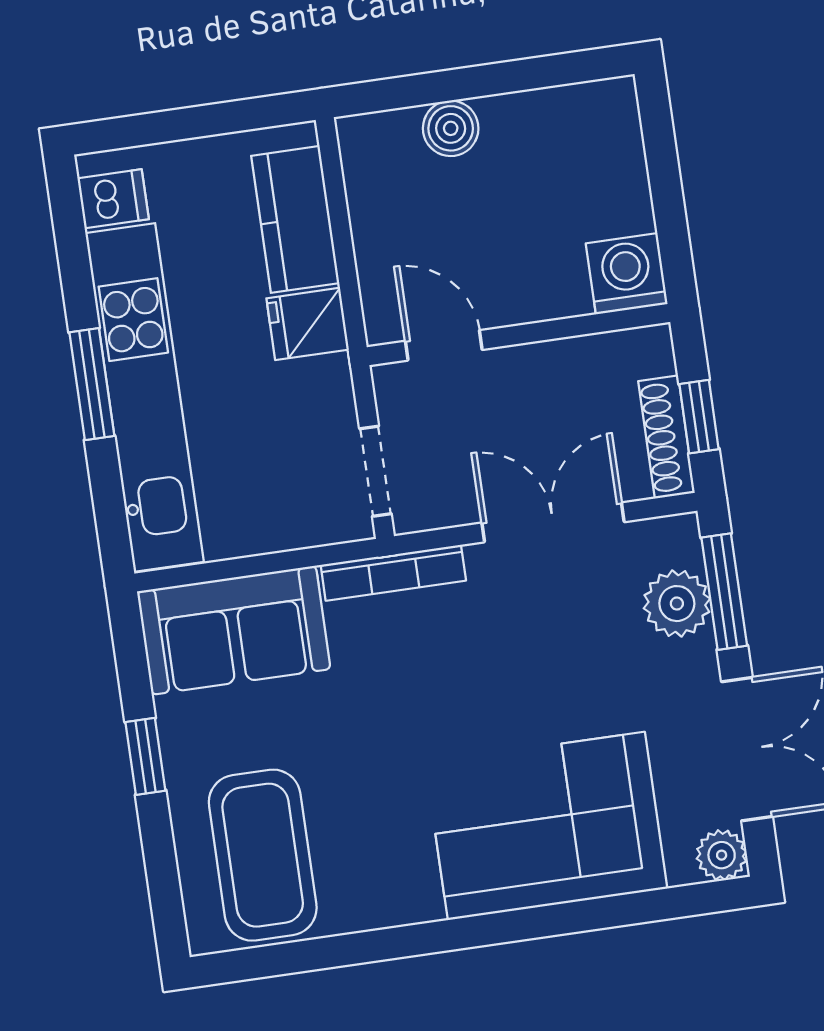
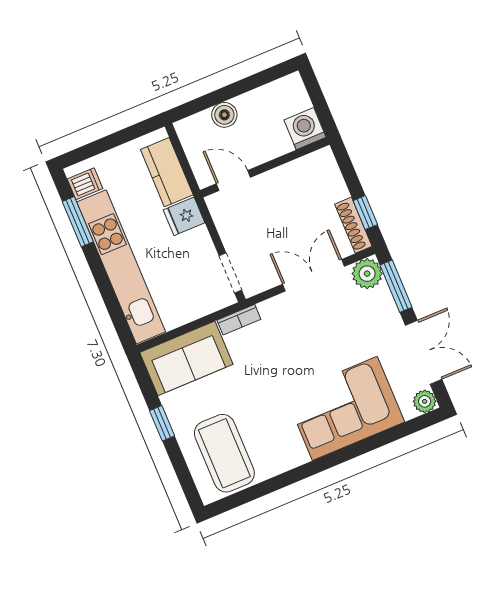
washing machine: (626, 274) -> (305, 129), moved
wall: (518, 335) -> (265, 167), moved
door: (444, 345) -> (233, 181), moved
window: (92, 384) -> (78, 222), moved
bookcase: (393, 573) -> (239, 320), width x0.64
plant: (677, 604) -> (367, 274), moved

